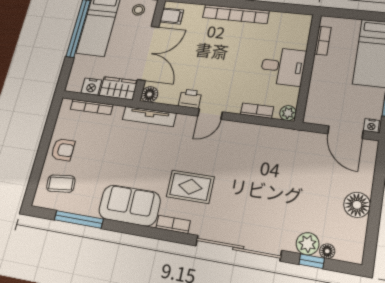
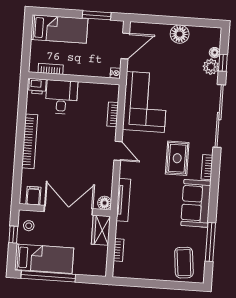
desk: (283, 66) -> (61, 97), moved
nightstand: (91, 87) -> (101, 254), removed
printer: (190, 99) -> (37, 86), moved, turned -90
bookcase: (92, 107) -> (119, 250), width x0.64
plant: (288, 113) -> (113, 90), removed
nightstand: (371, 126) -> (115, 73), moved
armchair: (63, 150) -> (156, 267), removed
corner sofa: (268, 152) -> (145, 102), added
coffee table: (61, 184) -> (184, 263), width x1.36, depth x1.30

